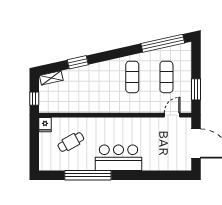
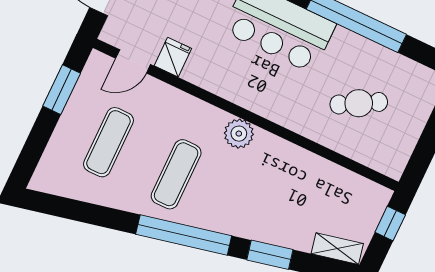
window: (163, 43) -> (184, 235), moved
plant: (114, 106) -> (239, 134), added
fridge: (45, 125) -> (173, 57), moved

